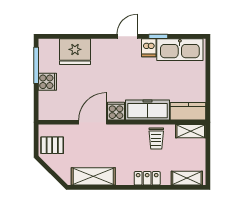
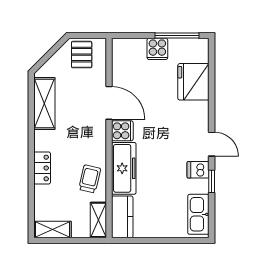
kitchen sink: (180, 50) -> (198, 214), width x0.73, depth x0.81
trolley: (156, 138) -> (90, 179), turned 103
shelving: (187, 178) -> (53, 230), moved, turned 90

